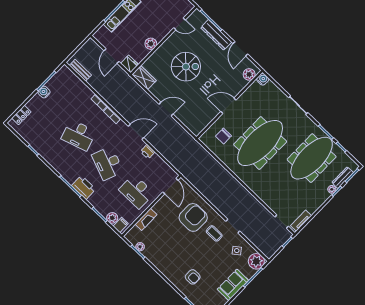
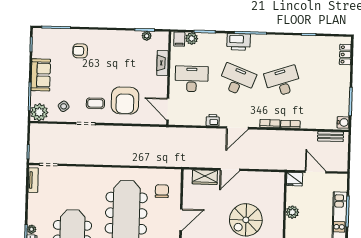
wardrobe: (144, 78) -> (205, 177), moved
water cooler: (44, 92) -> (343, 122), moved

